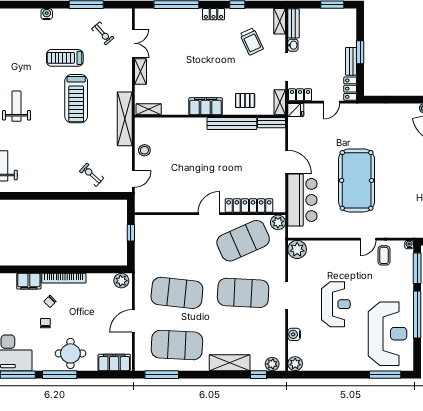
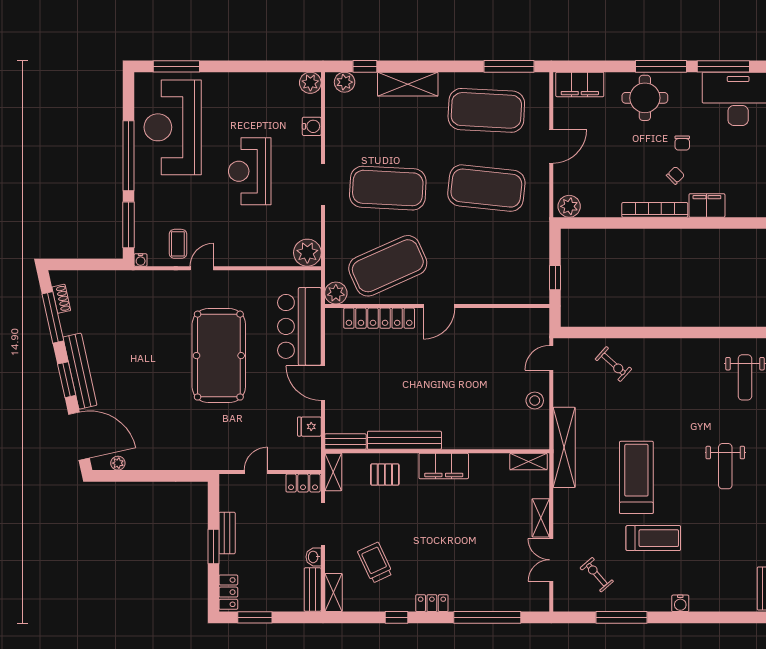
locker: (350, 89) -> (228, 592), moved
fridge: (296, 110) -> (309, 427), moved

